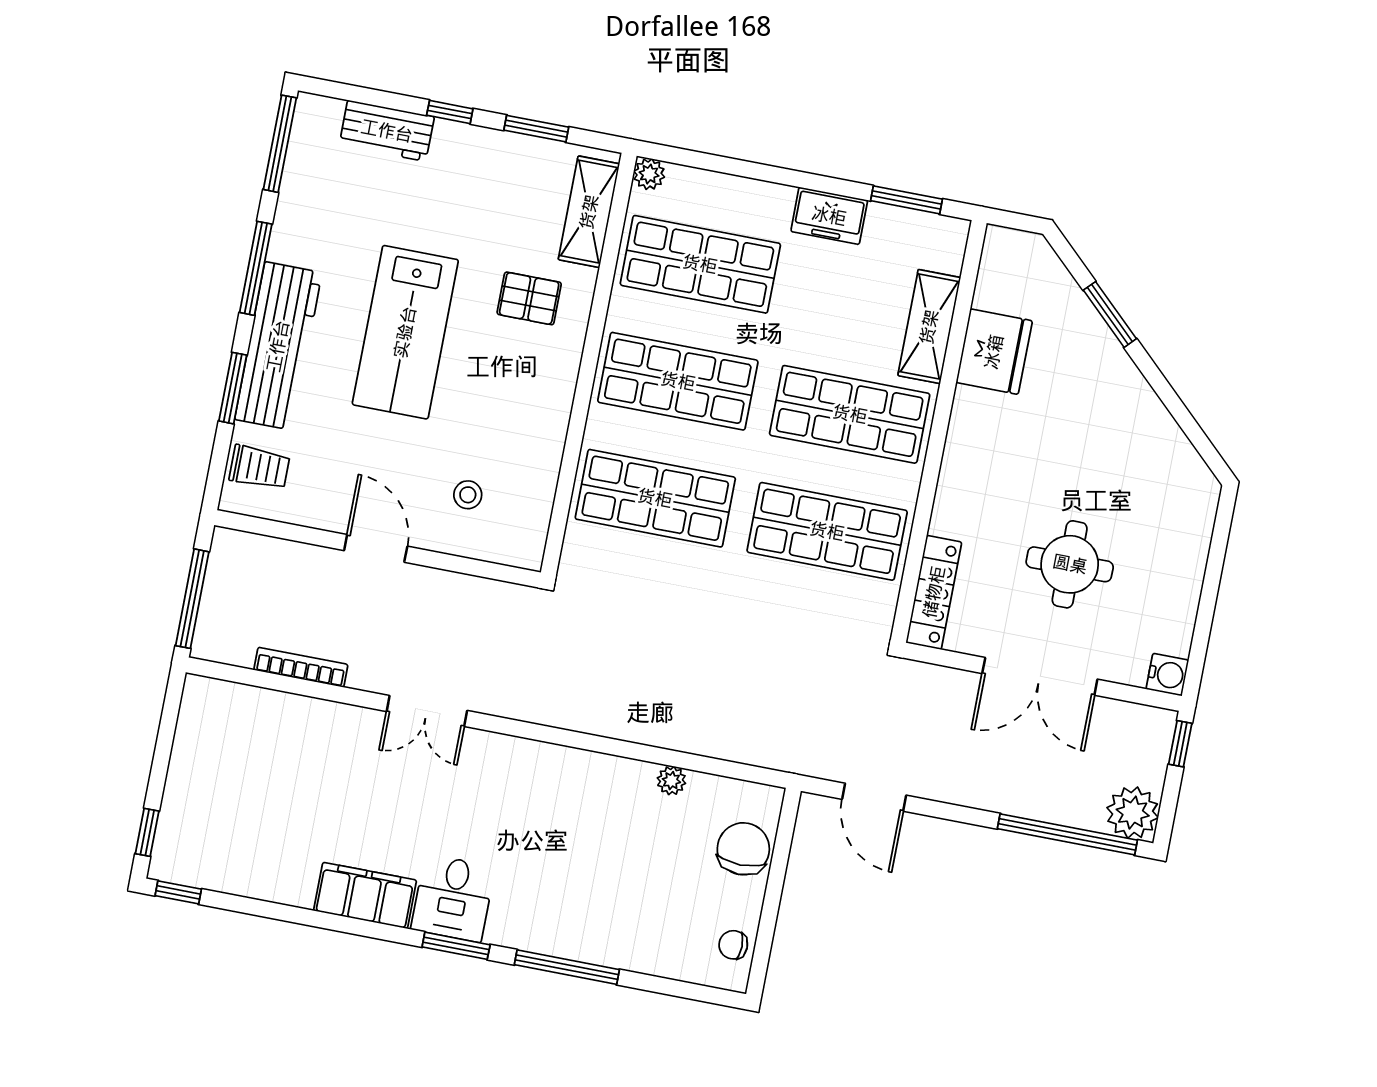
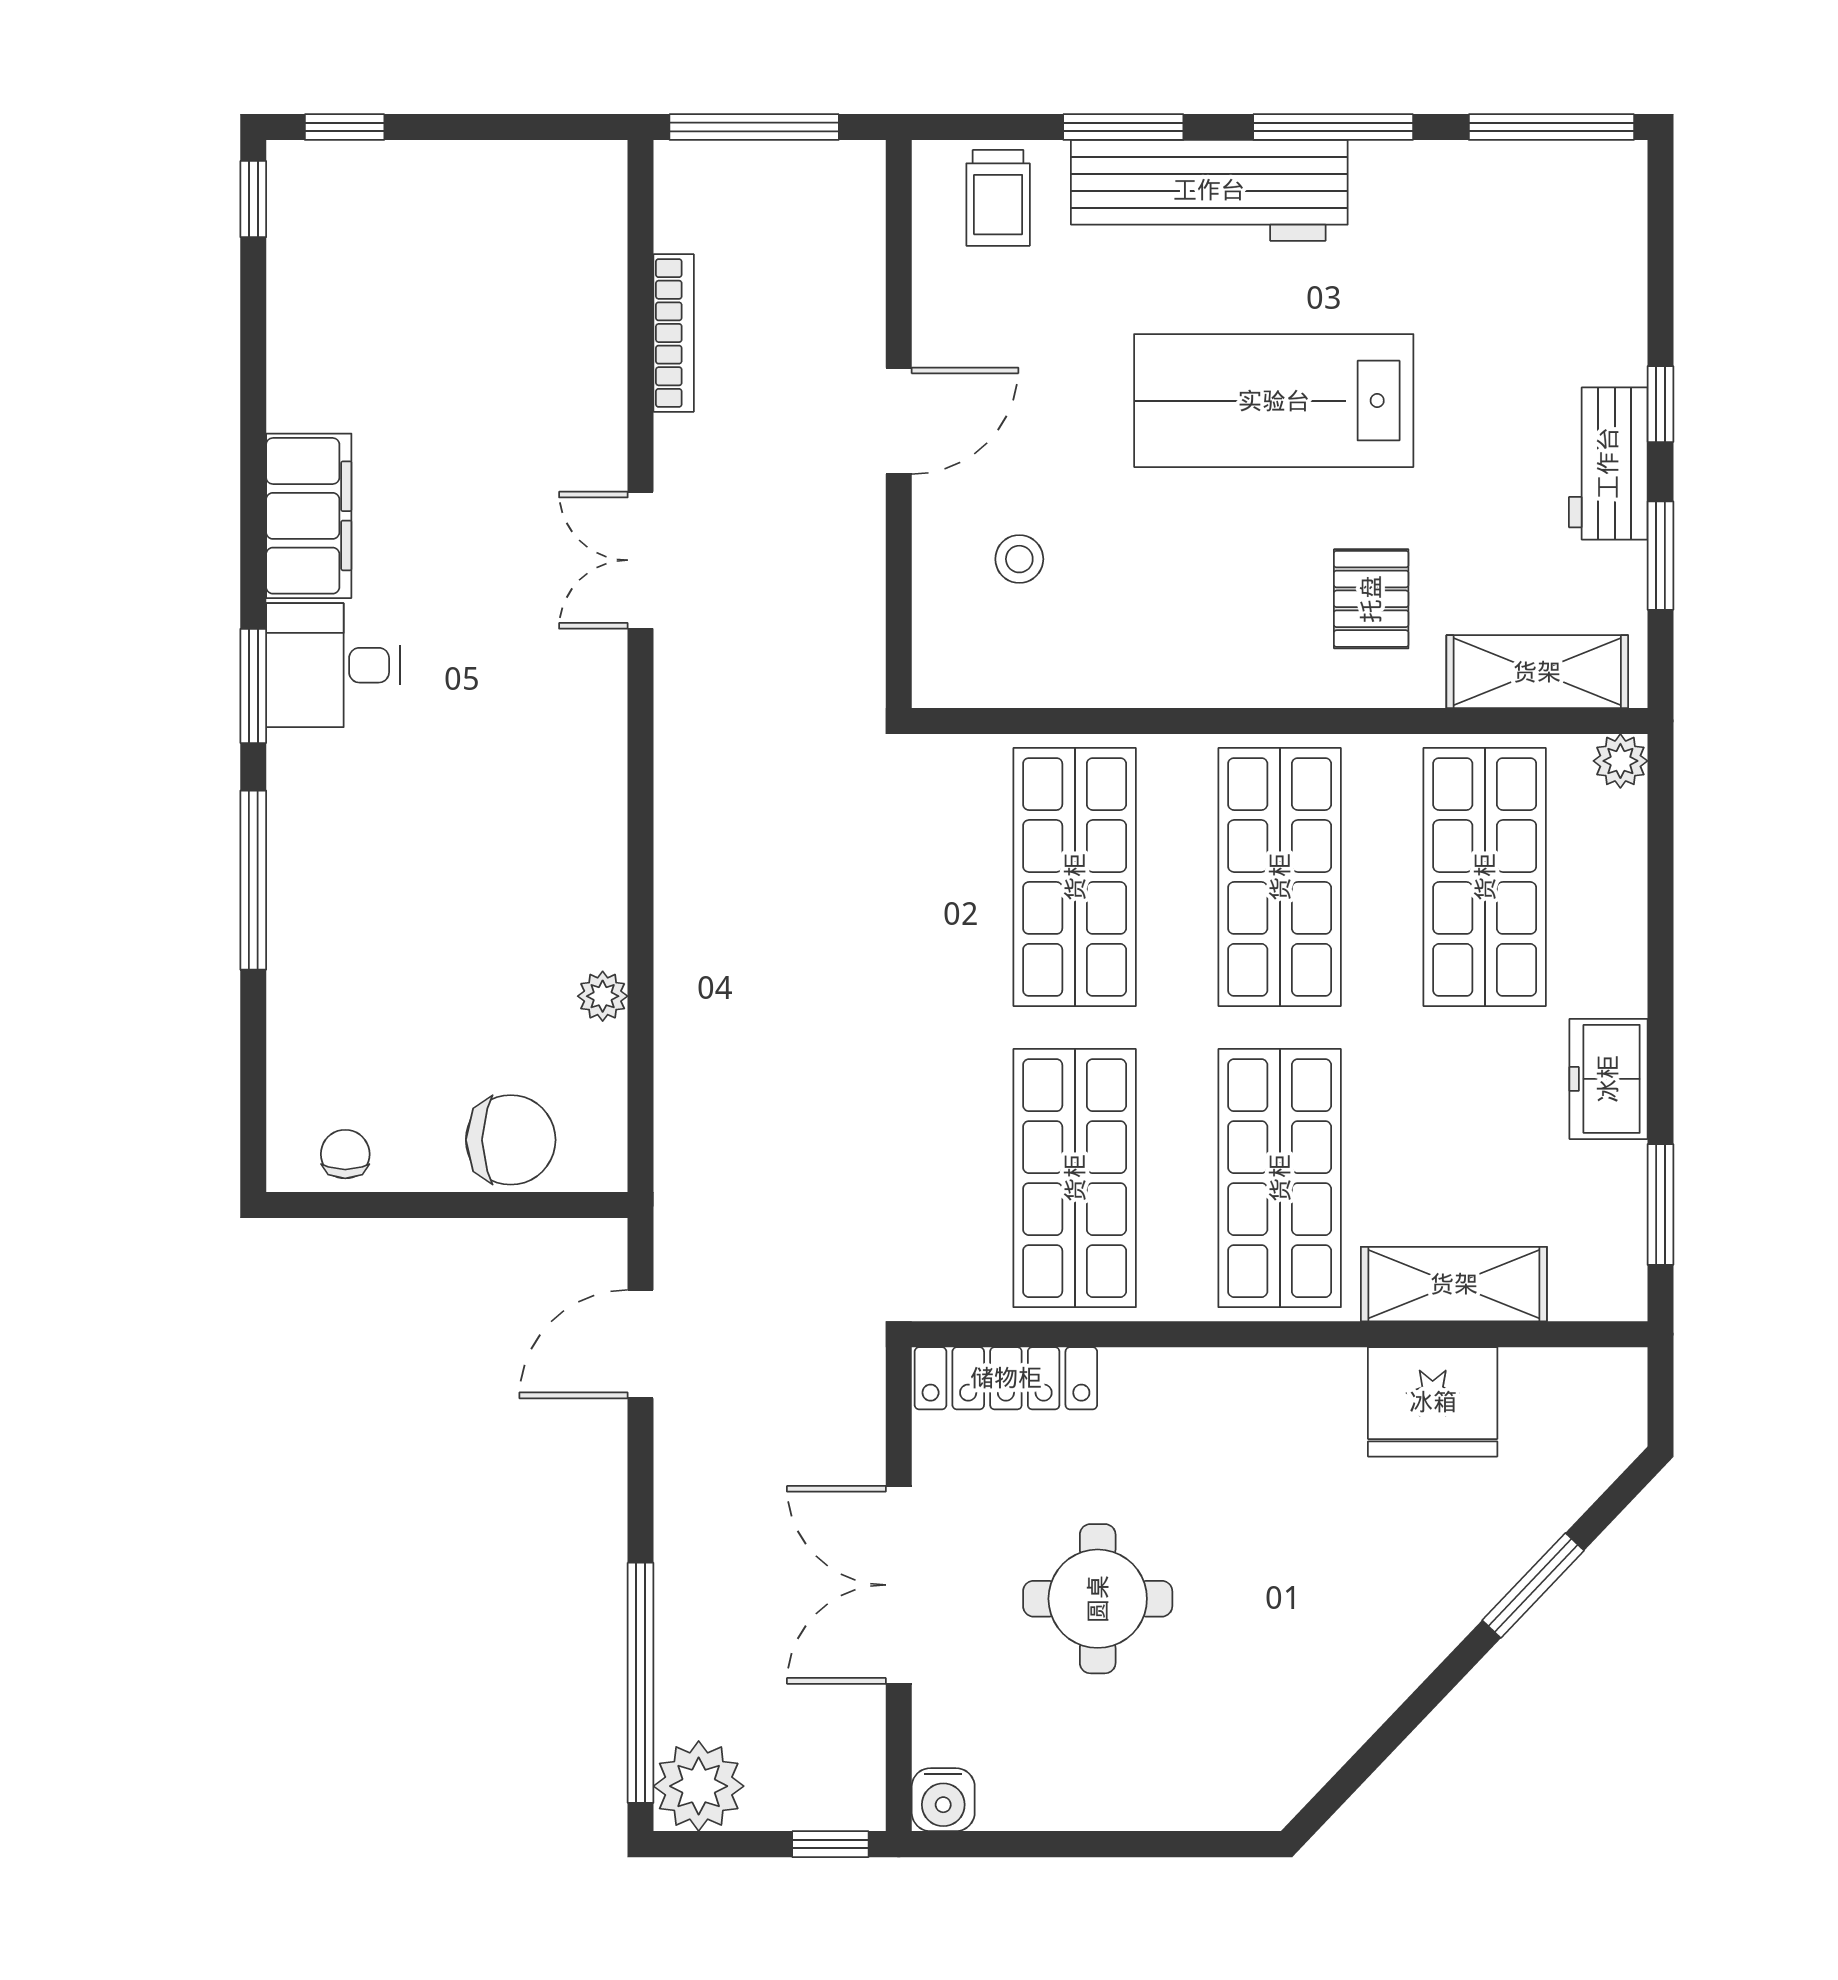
workbench: (387, 131) -> (1608, 463), moved

